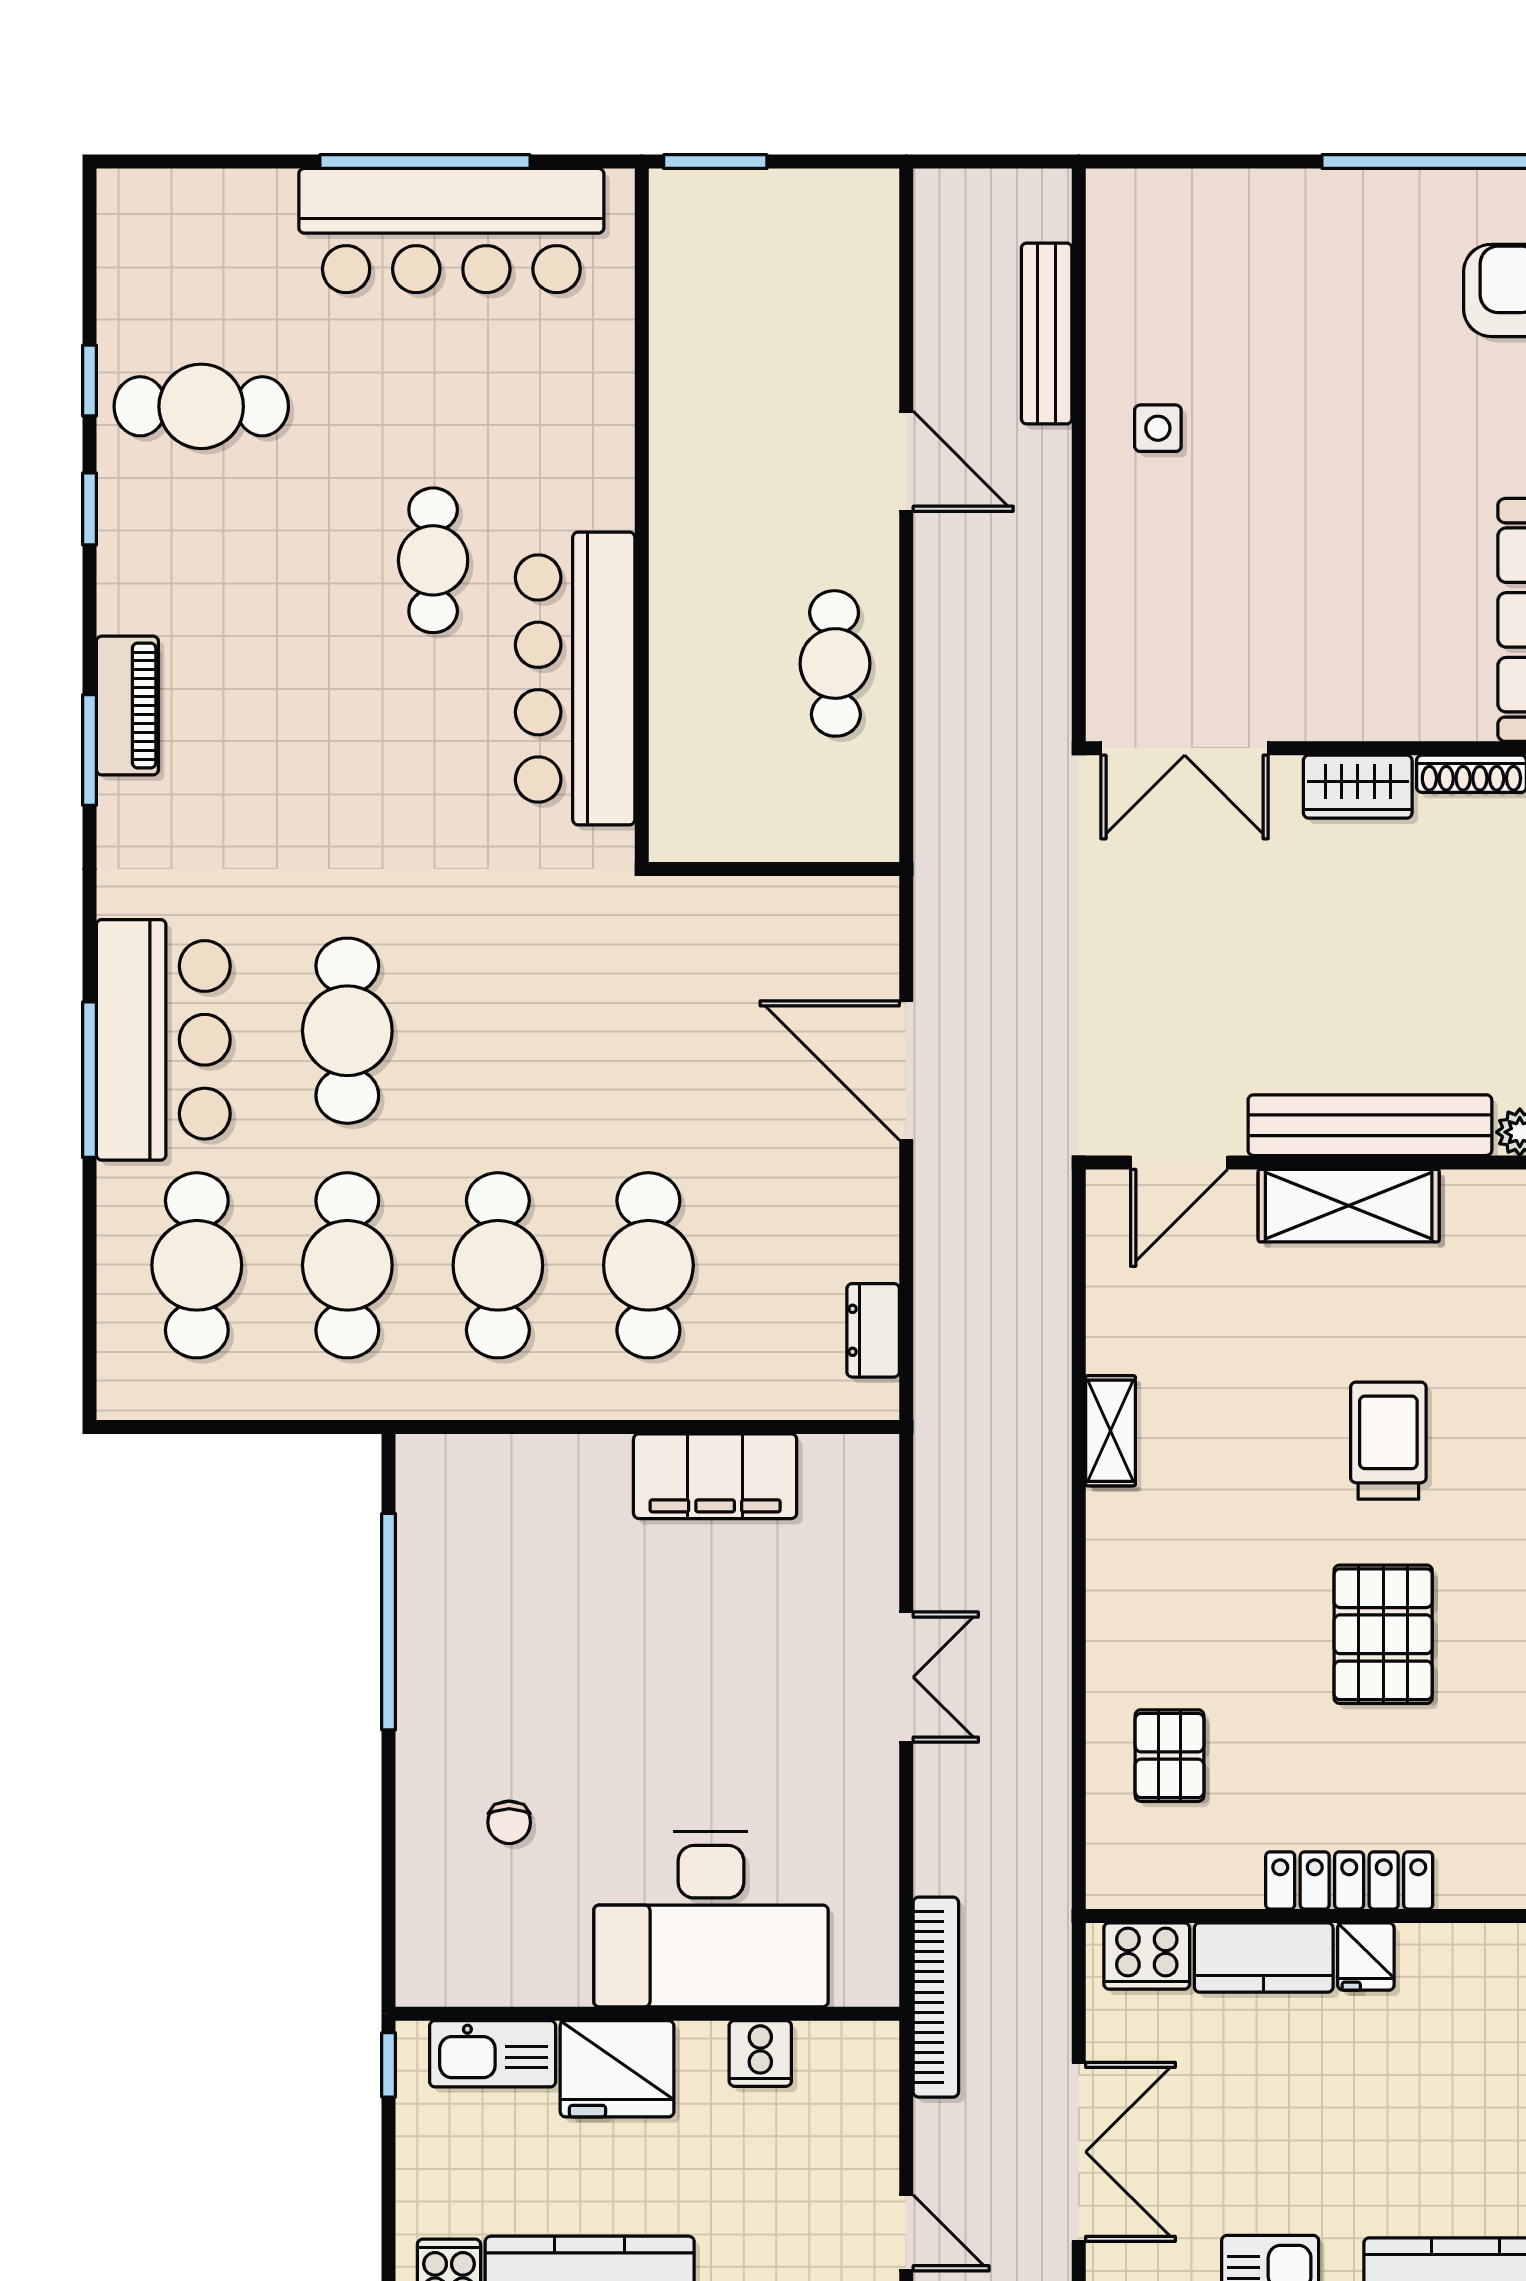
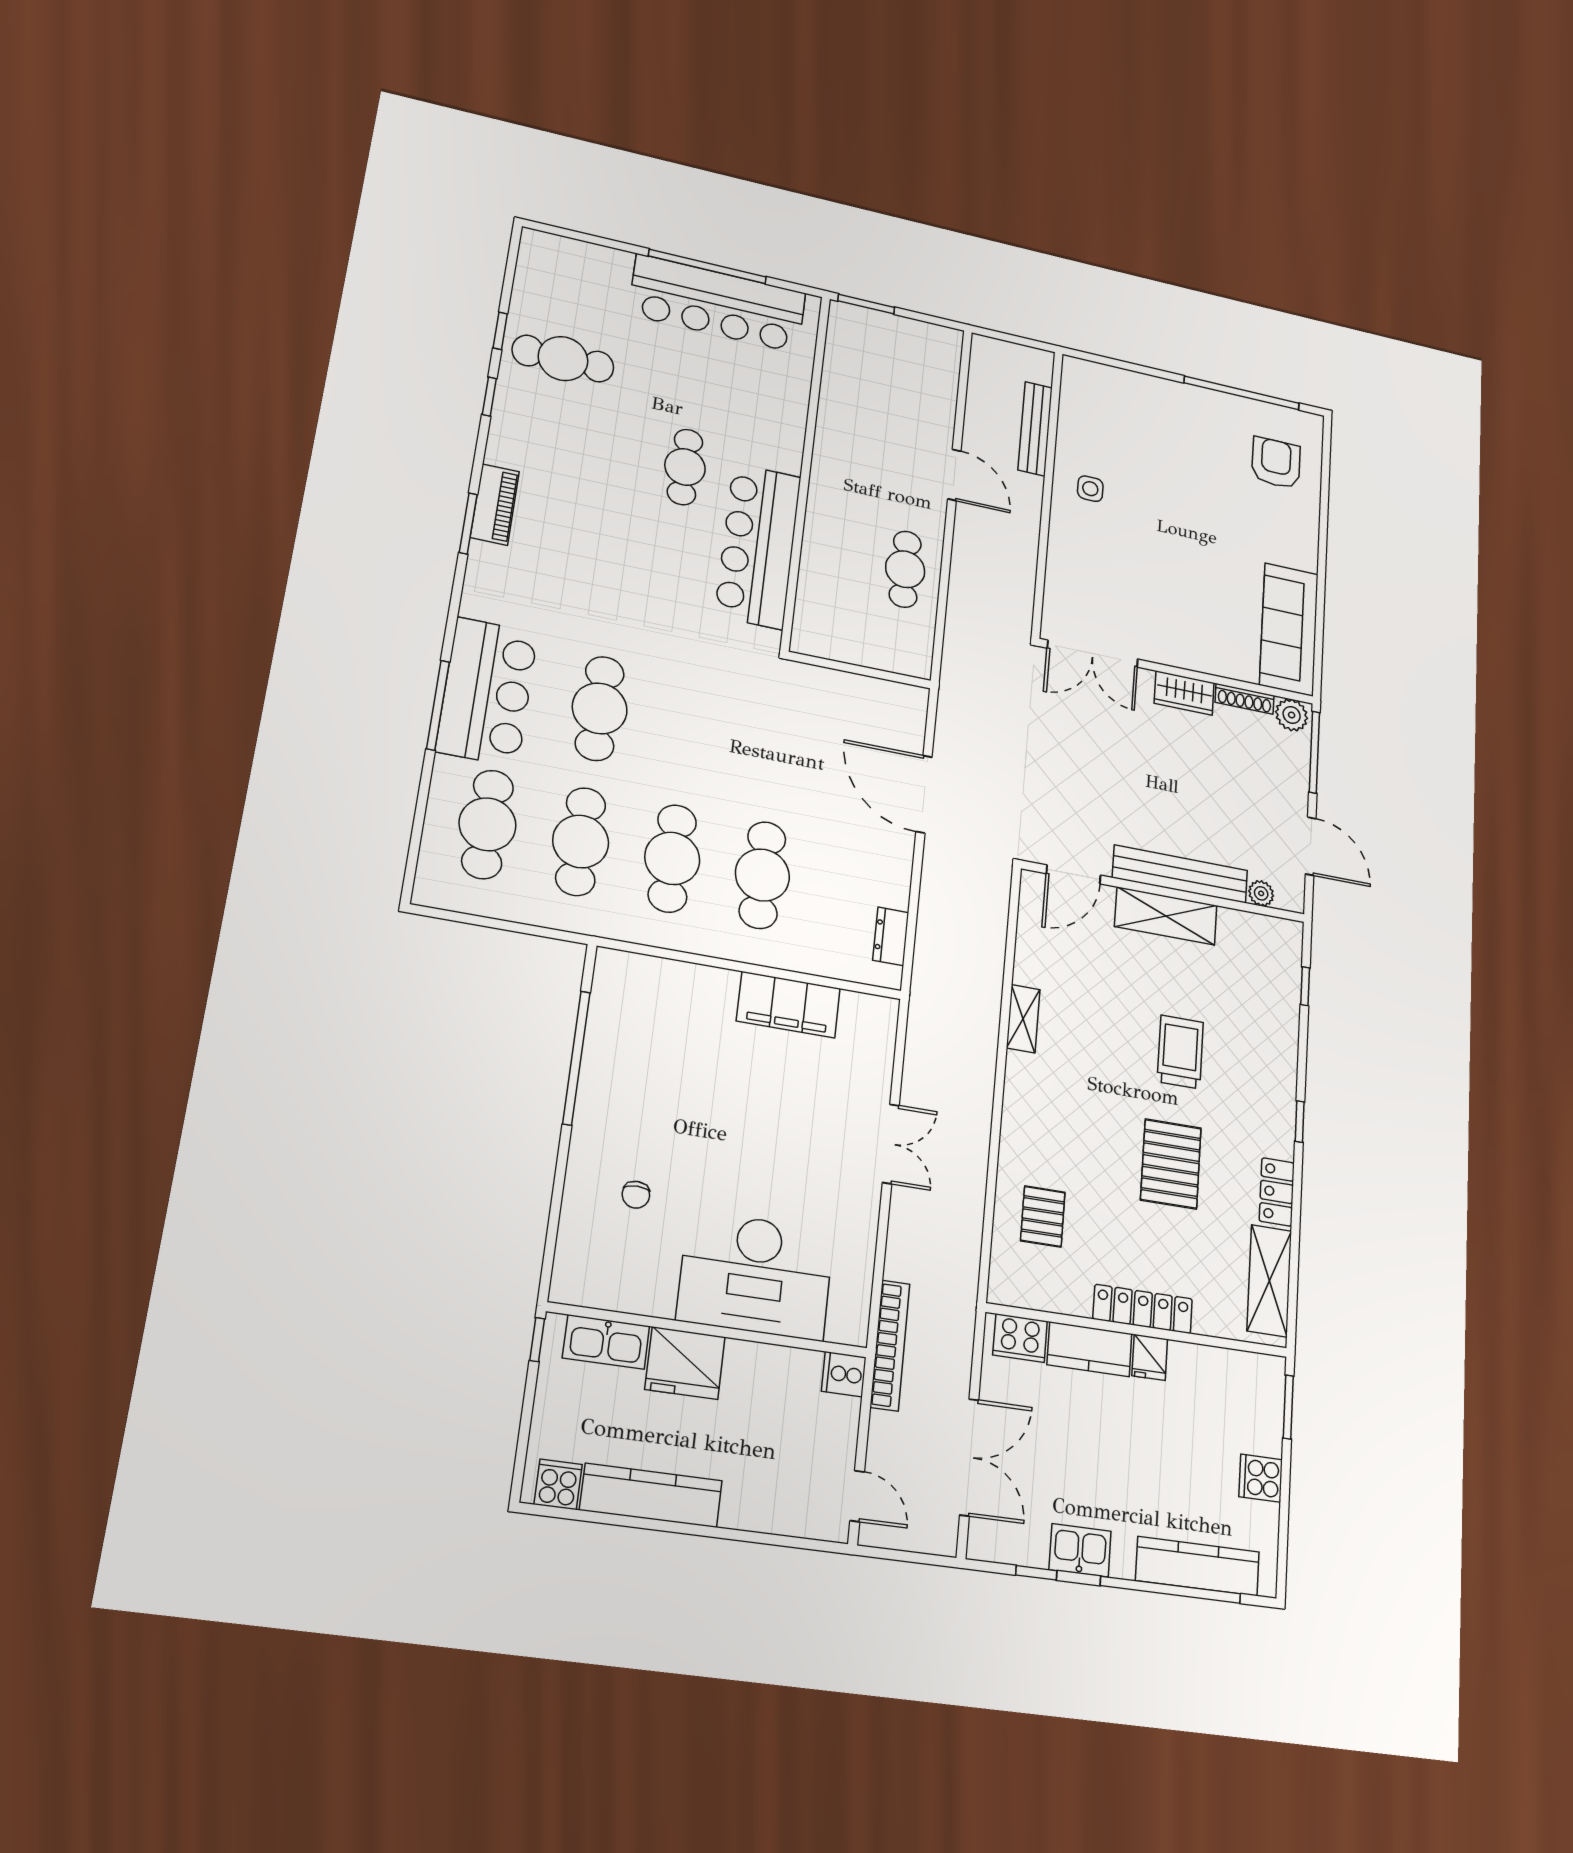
cooker: (760, 2053) -> (844, 1374), moved, turned 90

